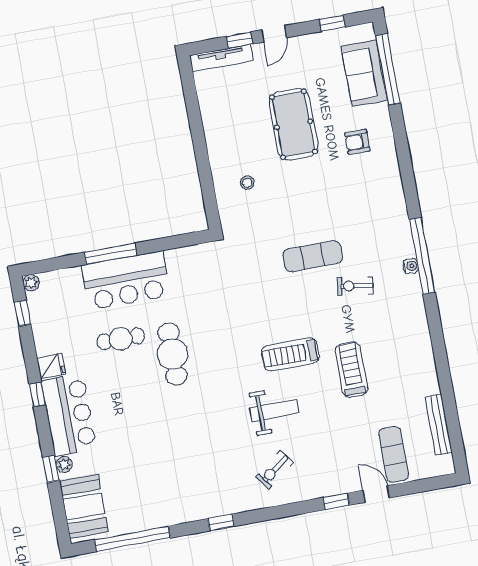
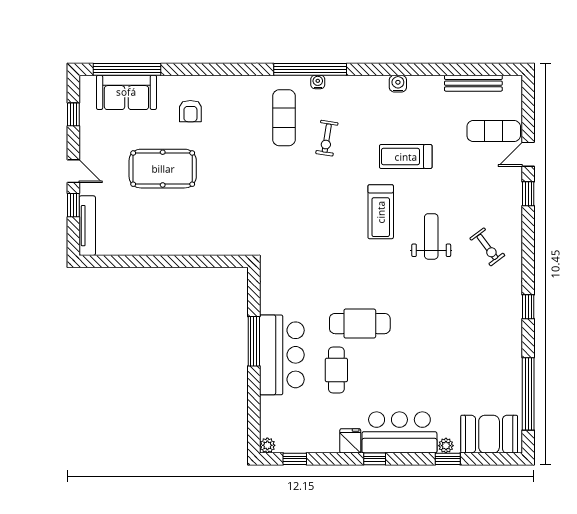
stool: (247, 183) -> (210, 223), removed
window: (111, 254) -> (254, 341), moved
exercise mat: (313, 256) -> (284, 118), moved
water cooler: (424, 348) -> (398, 84), added

